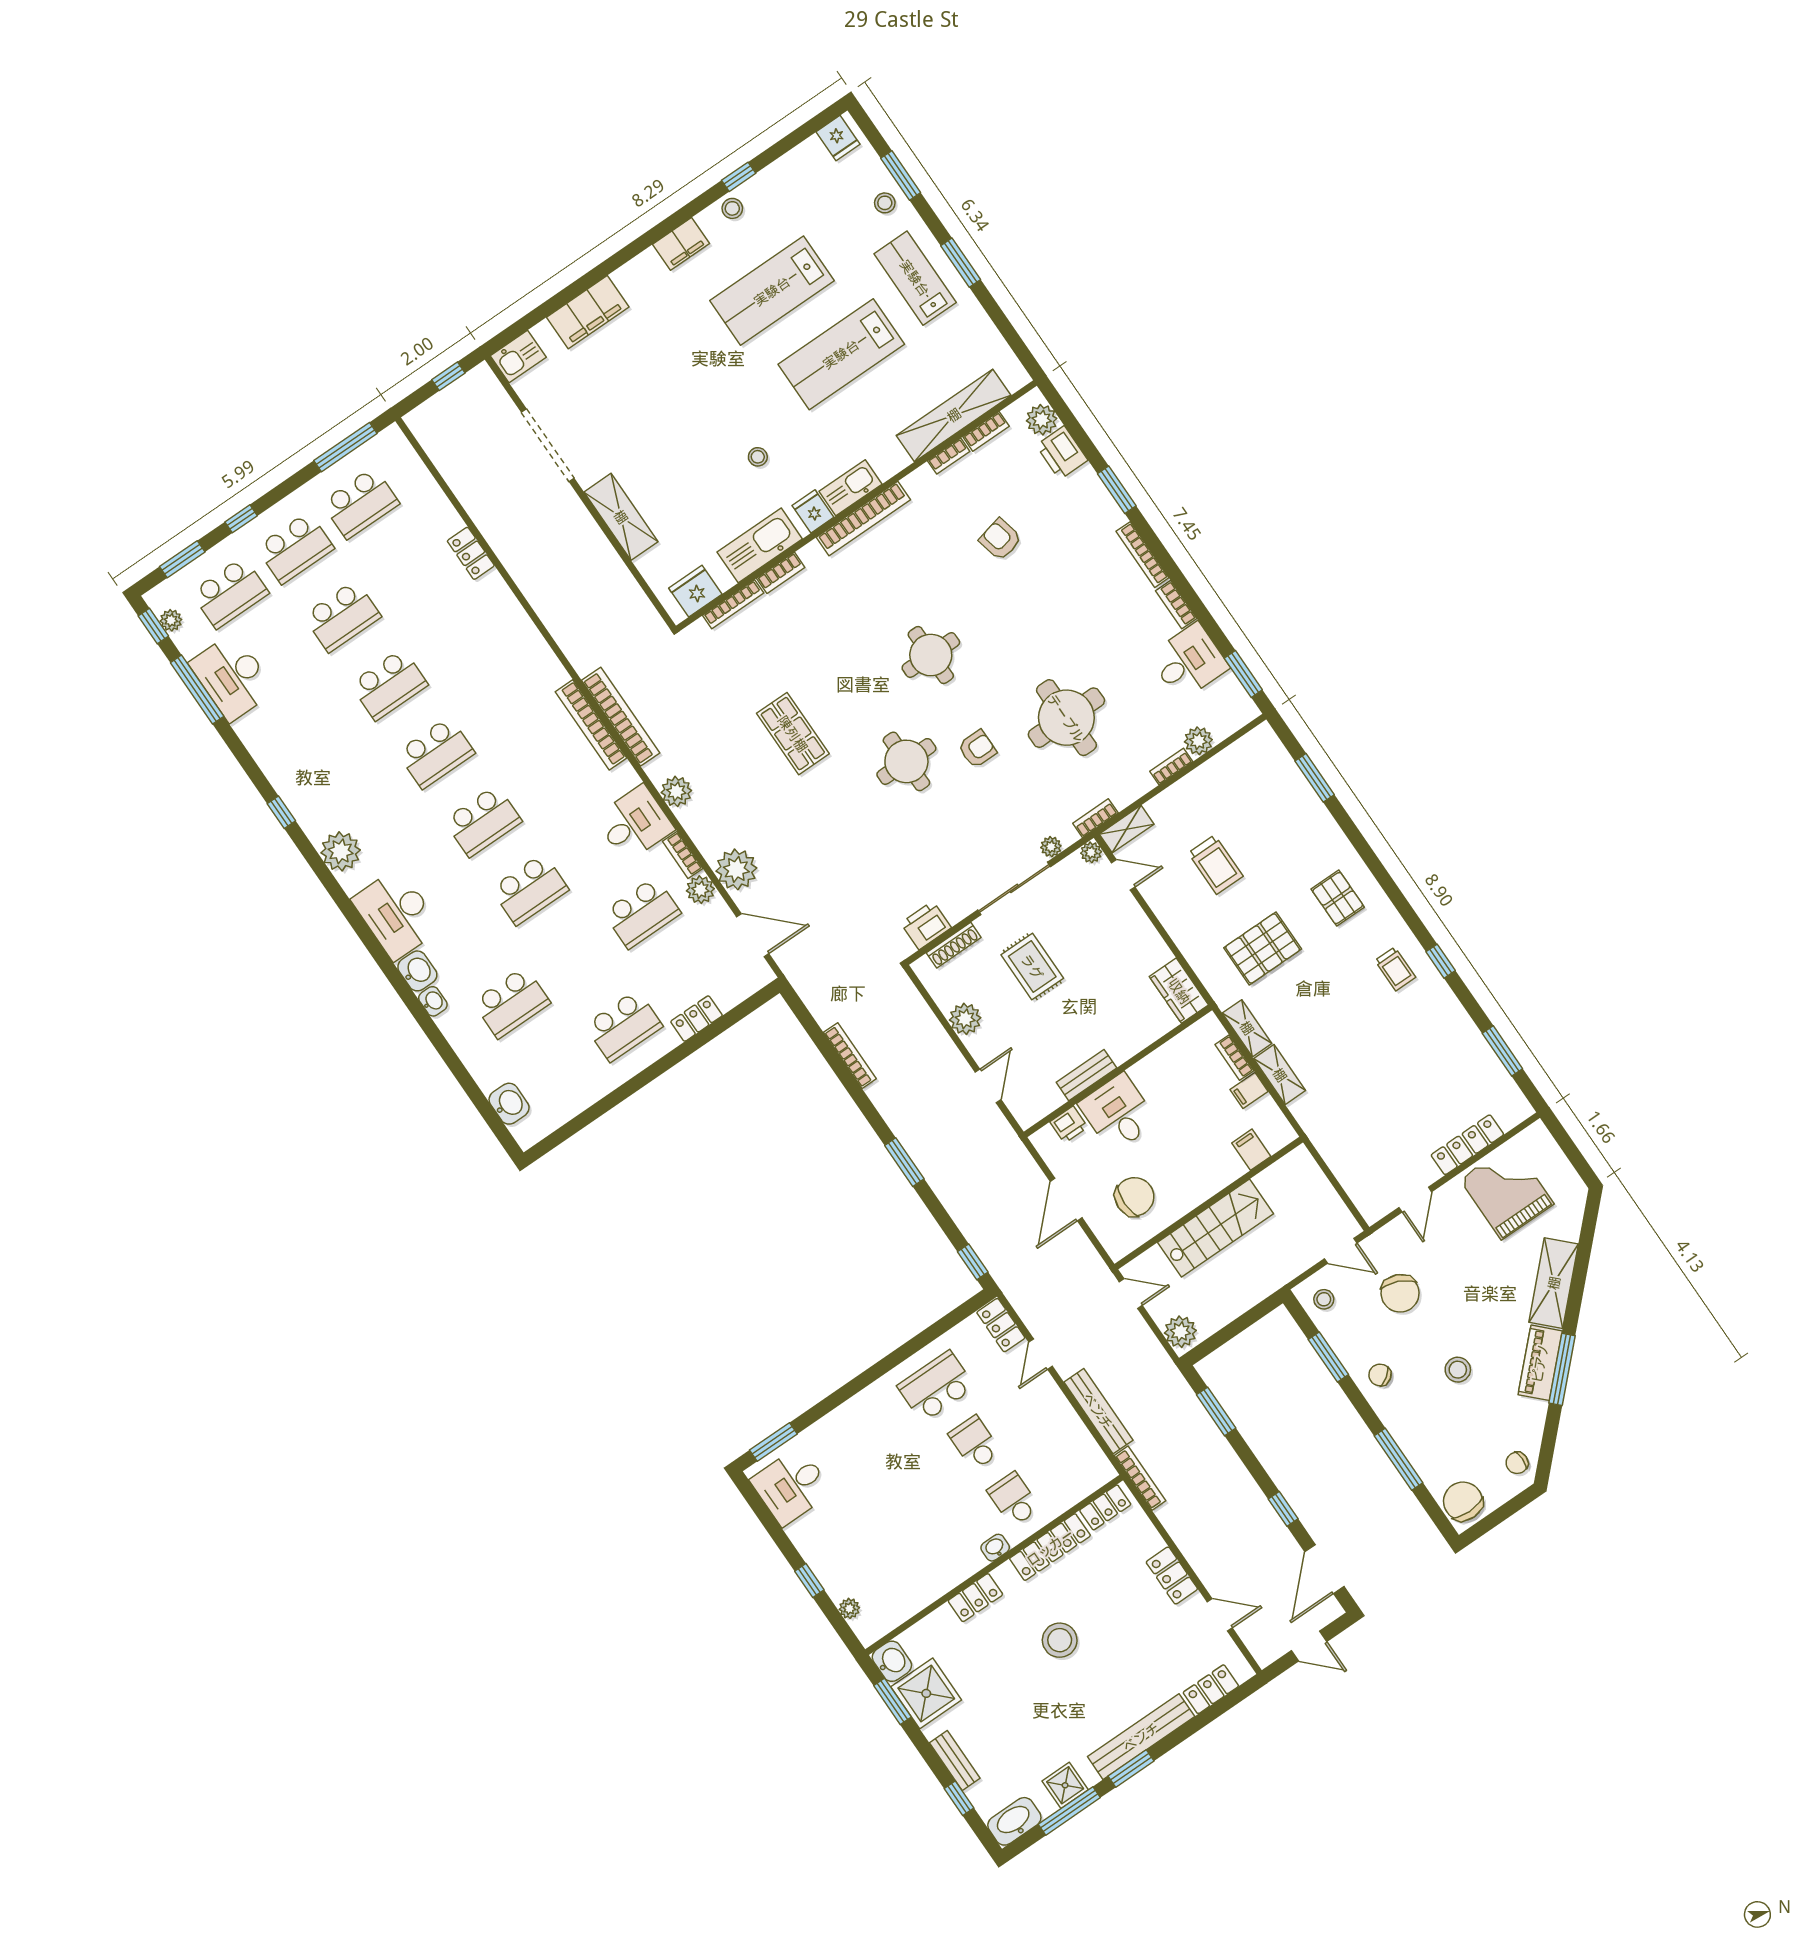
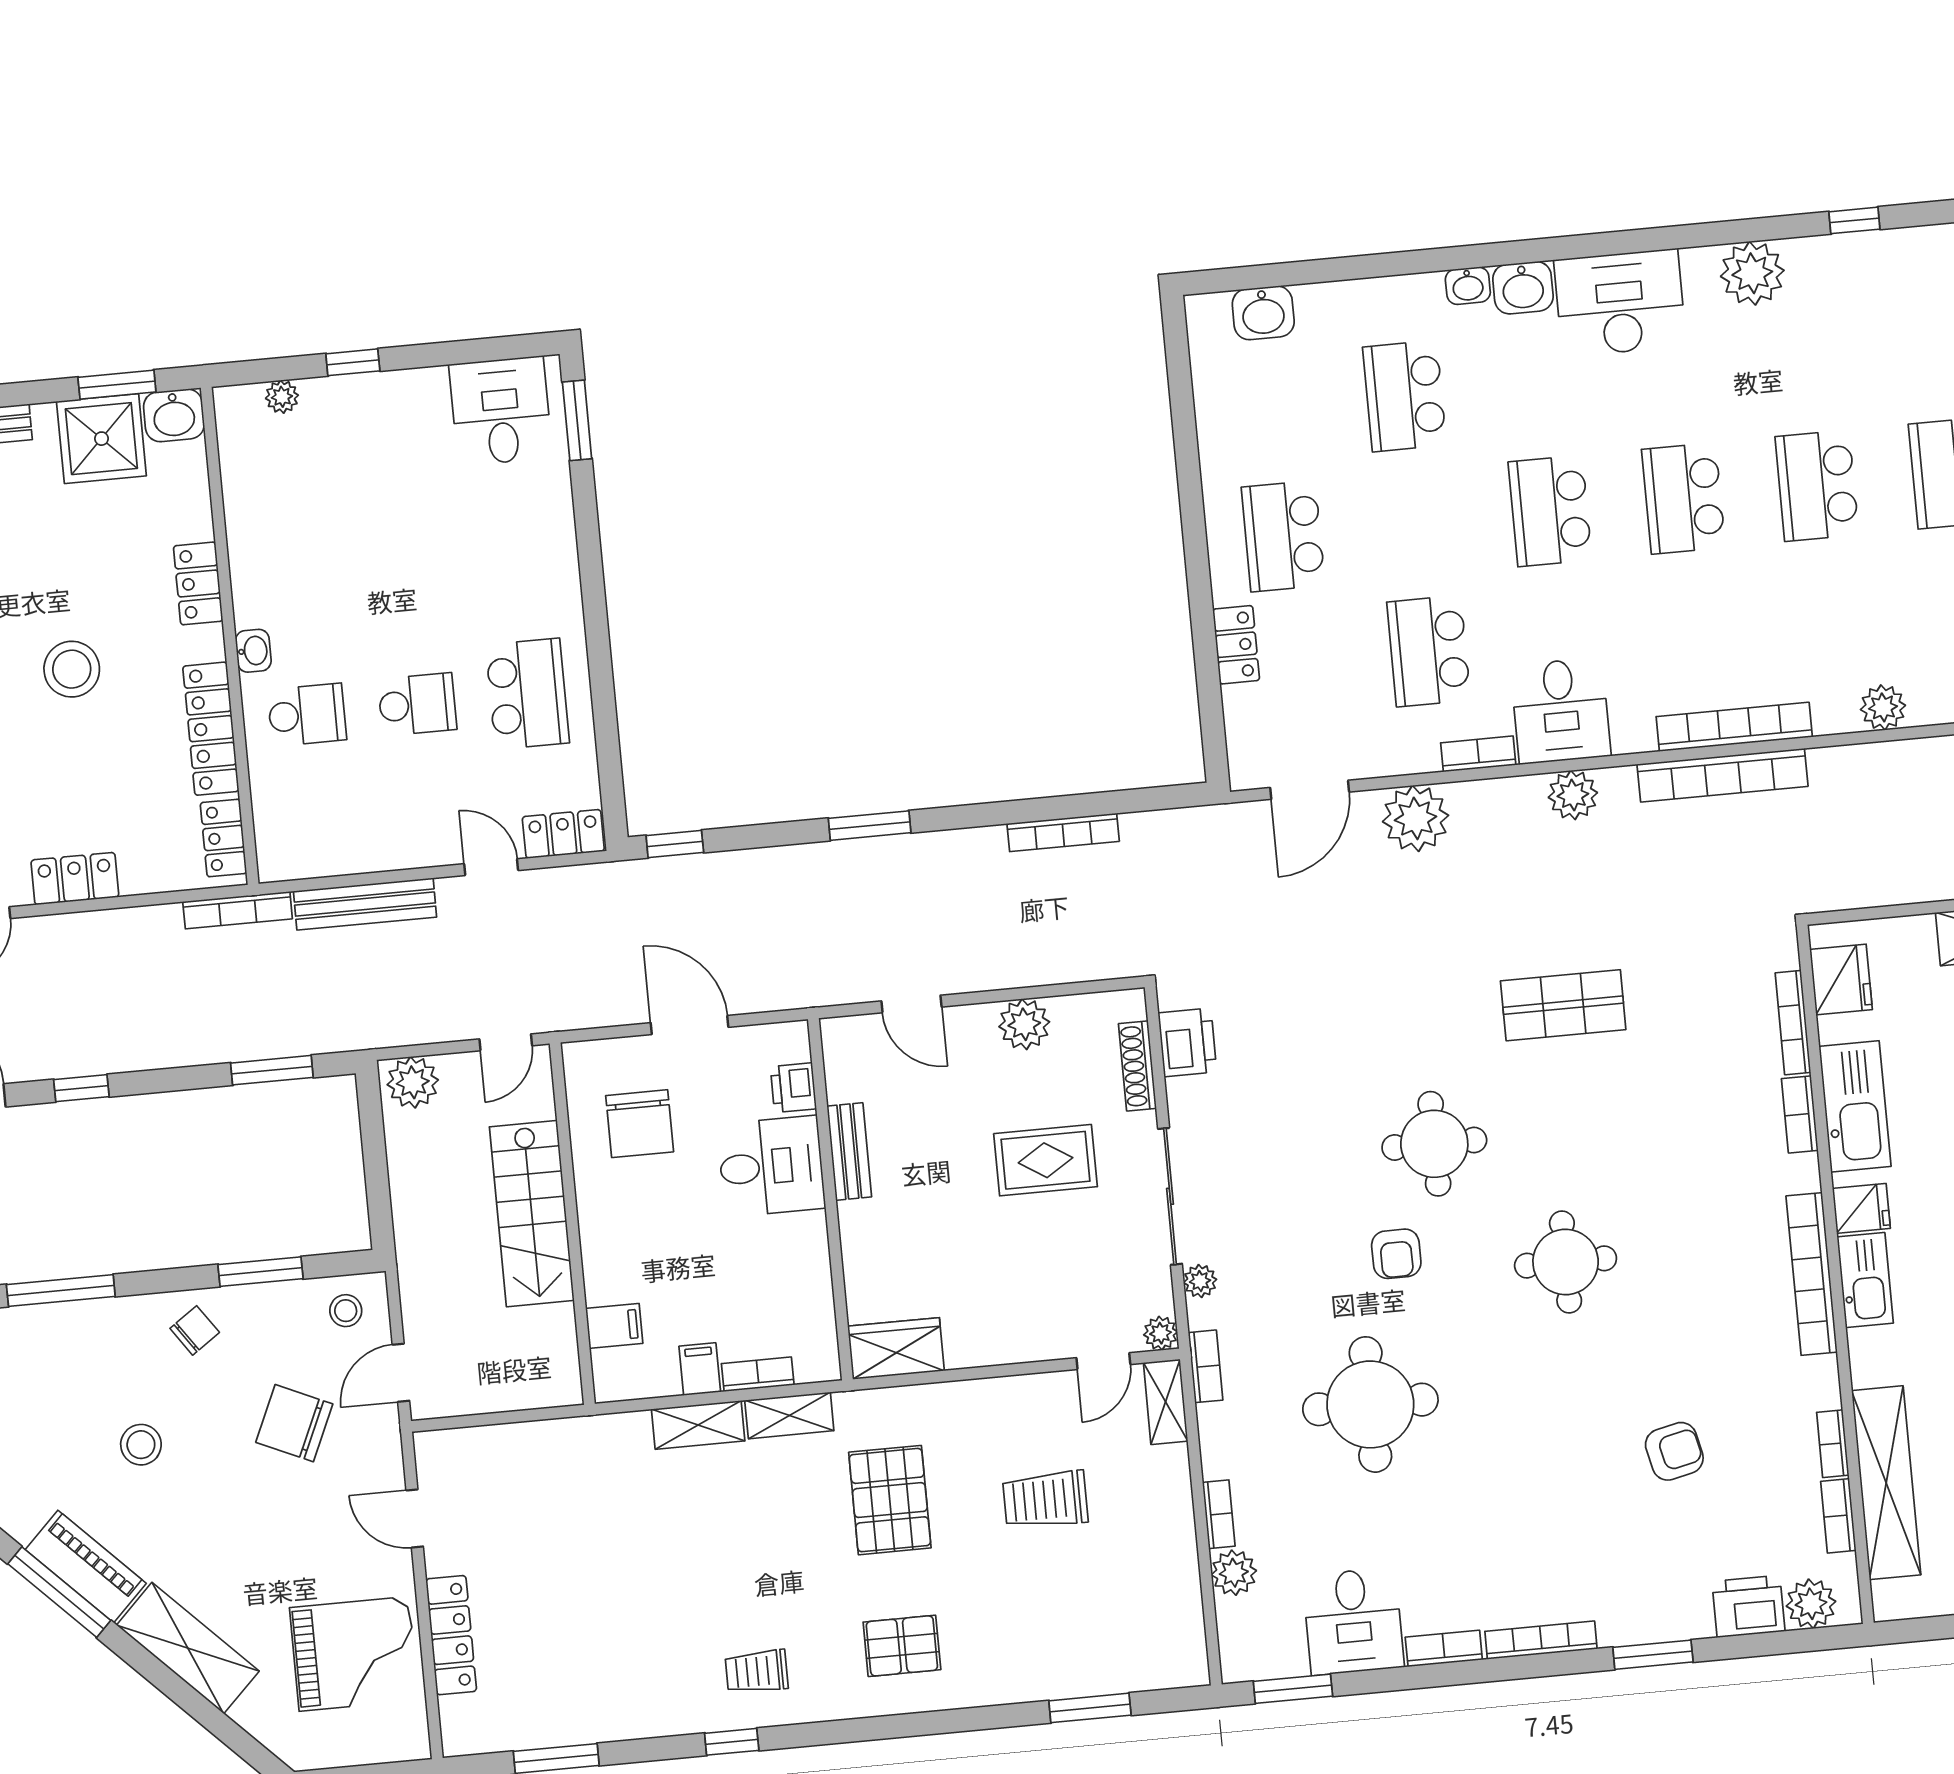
plant: (700, 890) -> (1883, 707), moved

